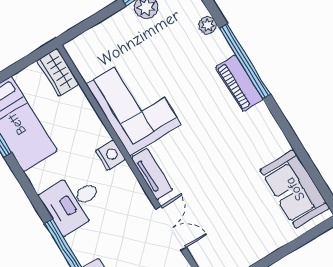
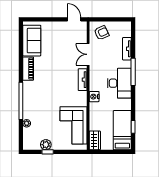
piano: (239, 83) -> (28, 69), moved
corner sofa: (134, 105) -> (73, 125), moved
desk: (73, 202) -> (119, 83), width x1.37

